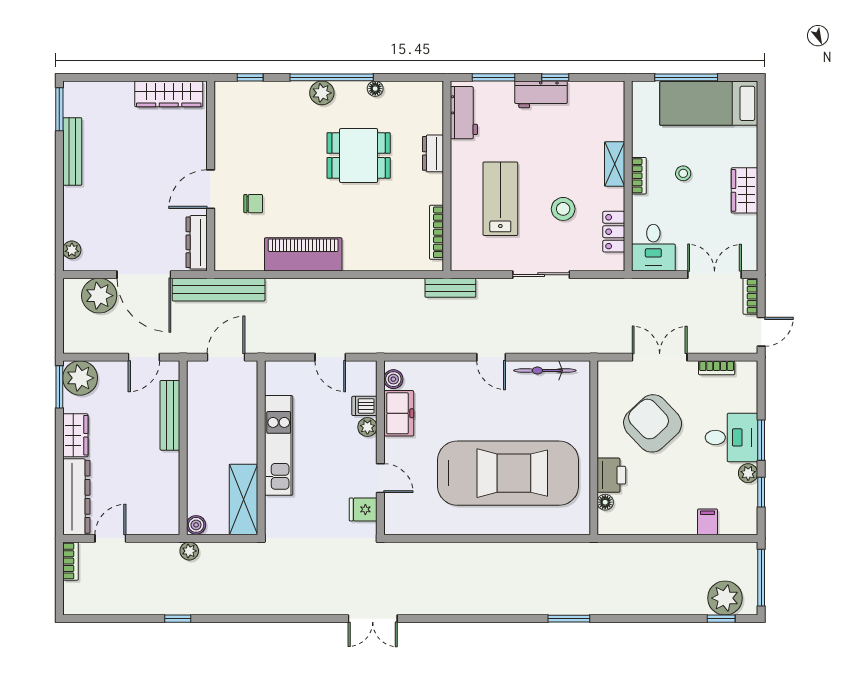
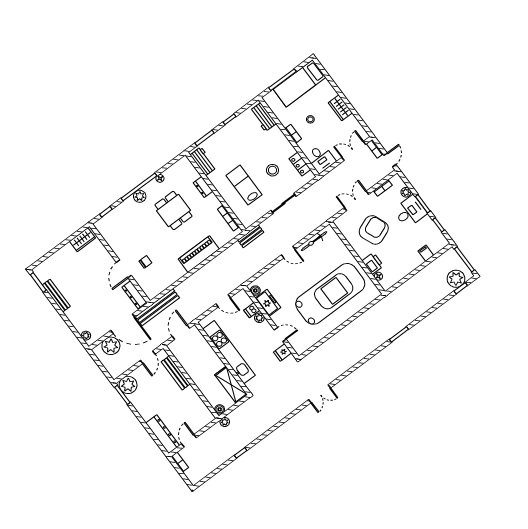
wardrobe: (169, 94) -> (83, 240), width x0.67
workbench: (541, 94) -> (263, 117), moved, turned 90
dining table: (359, 155) -> (173, 211), turned 90
shelving: (615, 164) -> (280, 136), removed
piano: (303, 254) -> (199, 254), moved
armchair: (653, 423) -> (374, 230), turned 111
wardrobe: (75, 435) -> (144, 410), removed
kitchen unit: (279, 445) -> (229, 352), width x1.36
plant: (748, 473) -> (406, 192), moved

